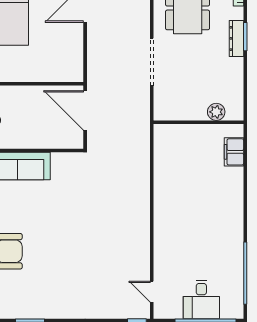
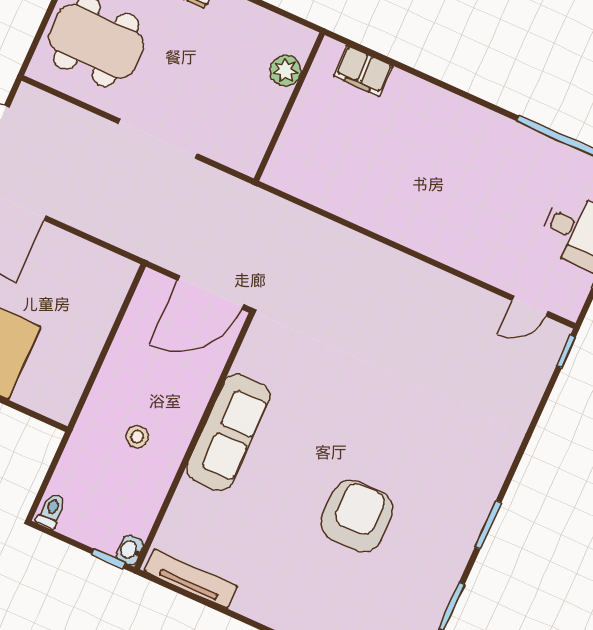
door: (85, 110) -> (211, 293), moved

